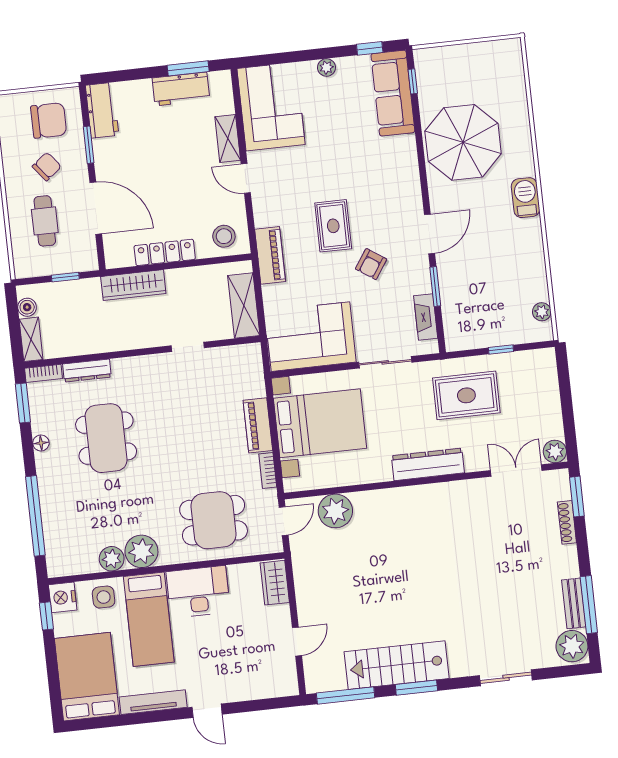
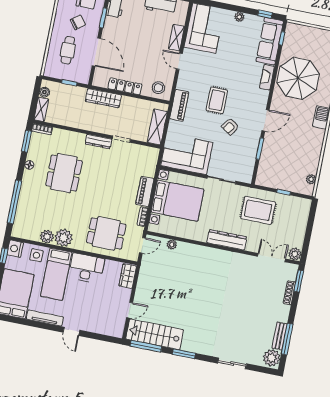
fireplace: (426, 317) -> (267, 77), moved
dresser: (87, 370) -> (98, 142), moved
plant: (335, 511) -> (172, 244), width x0.53, depth x0.53
stairs: (397, 665) -> (155, 334), moved

